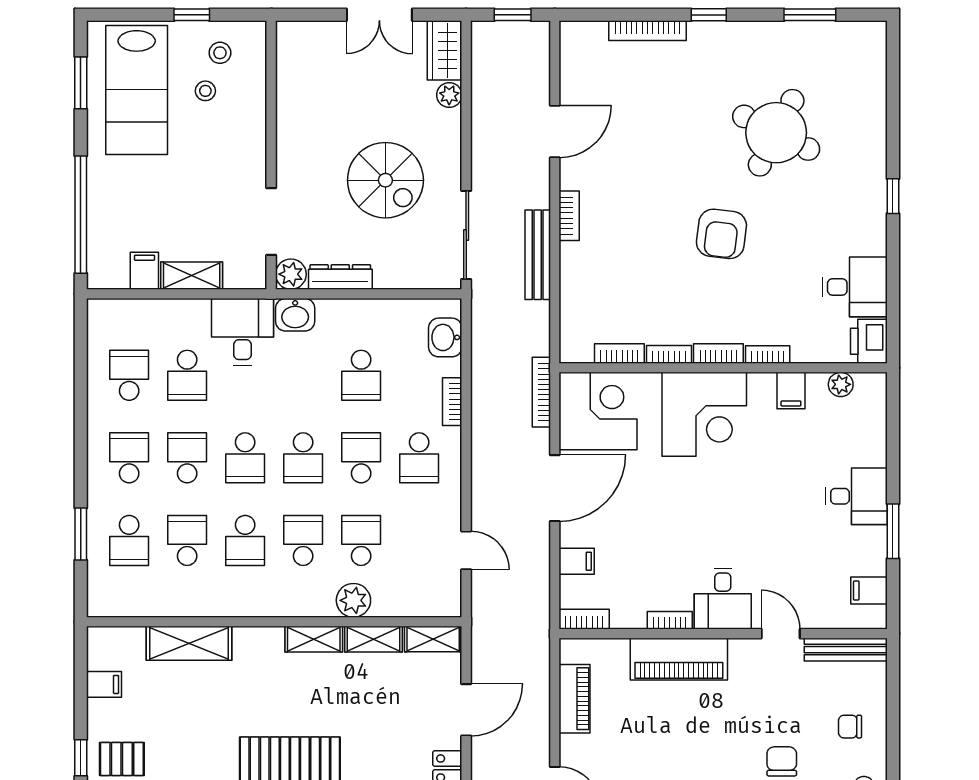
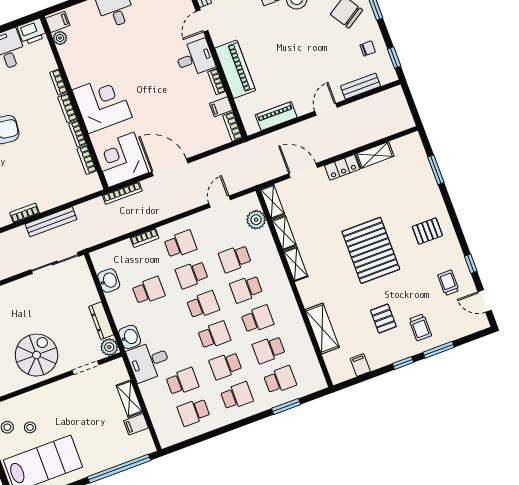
spiral stairs: (385, 180) -> (37, 355), moved
doorway: (271, 221) -> (86, 368), width x0.73
washbasin: (445, 337) -> (109, 281), moved, turned -90
filing cabinet: (791, 391) -> (58, 22), moved
school desk: (129, 458) -> (237, 396), turned 180
filing cabinet: (577, 561) -> (221, 107), moved, turned -90
plant: (353, 600) -> (256, 220), moved
pallet: (122, 759) -> (383, 318), moved

